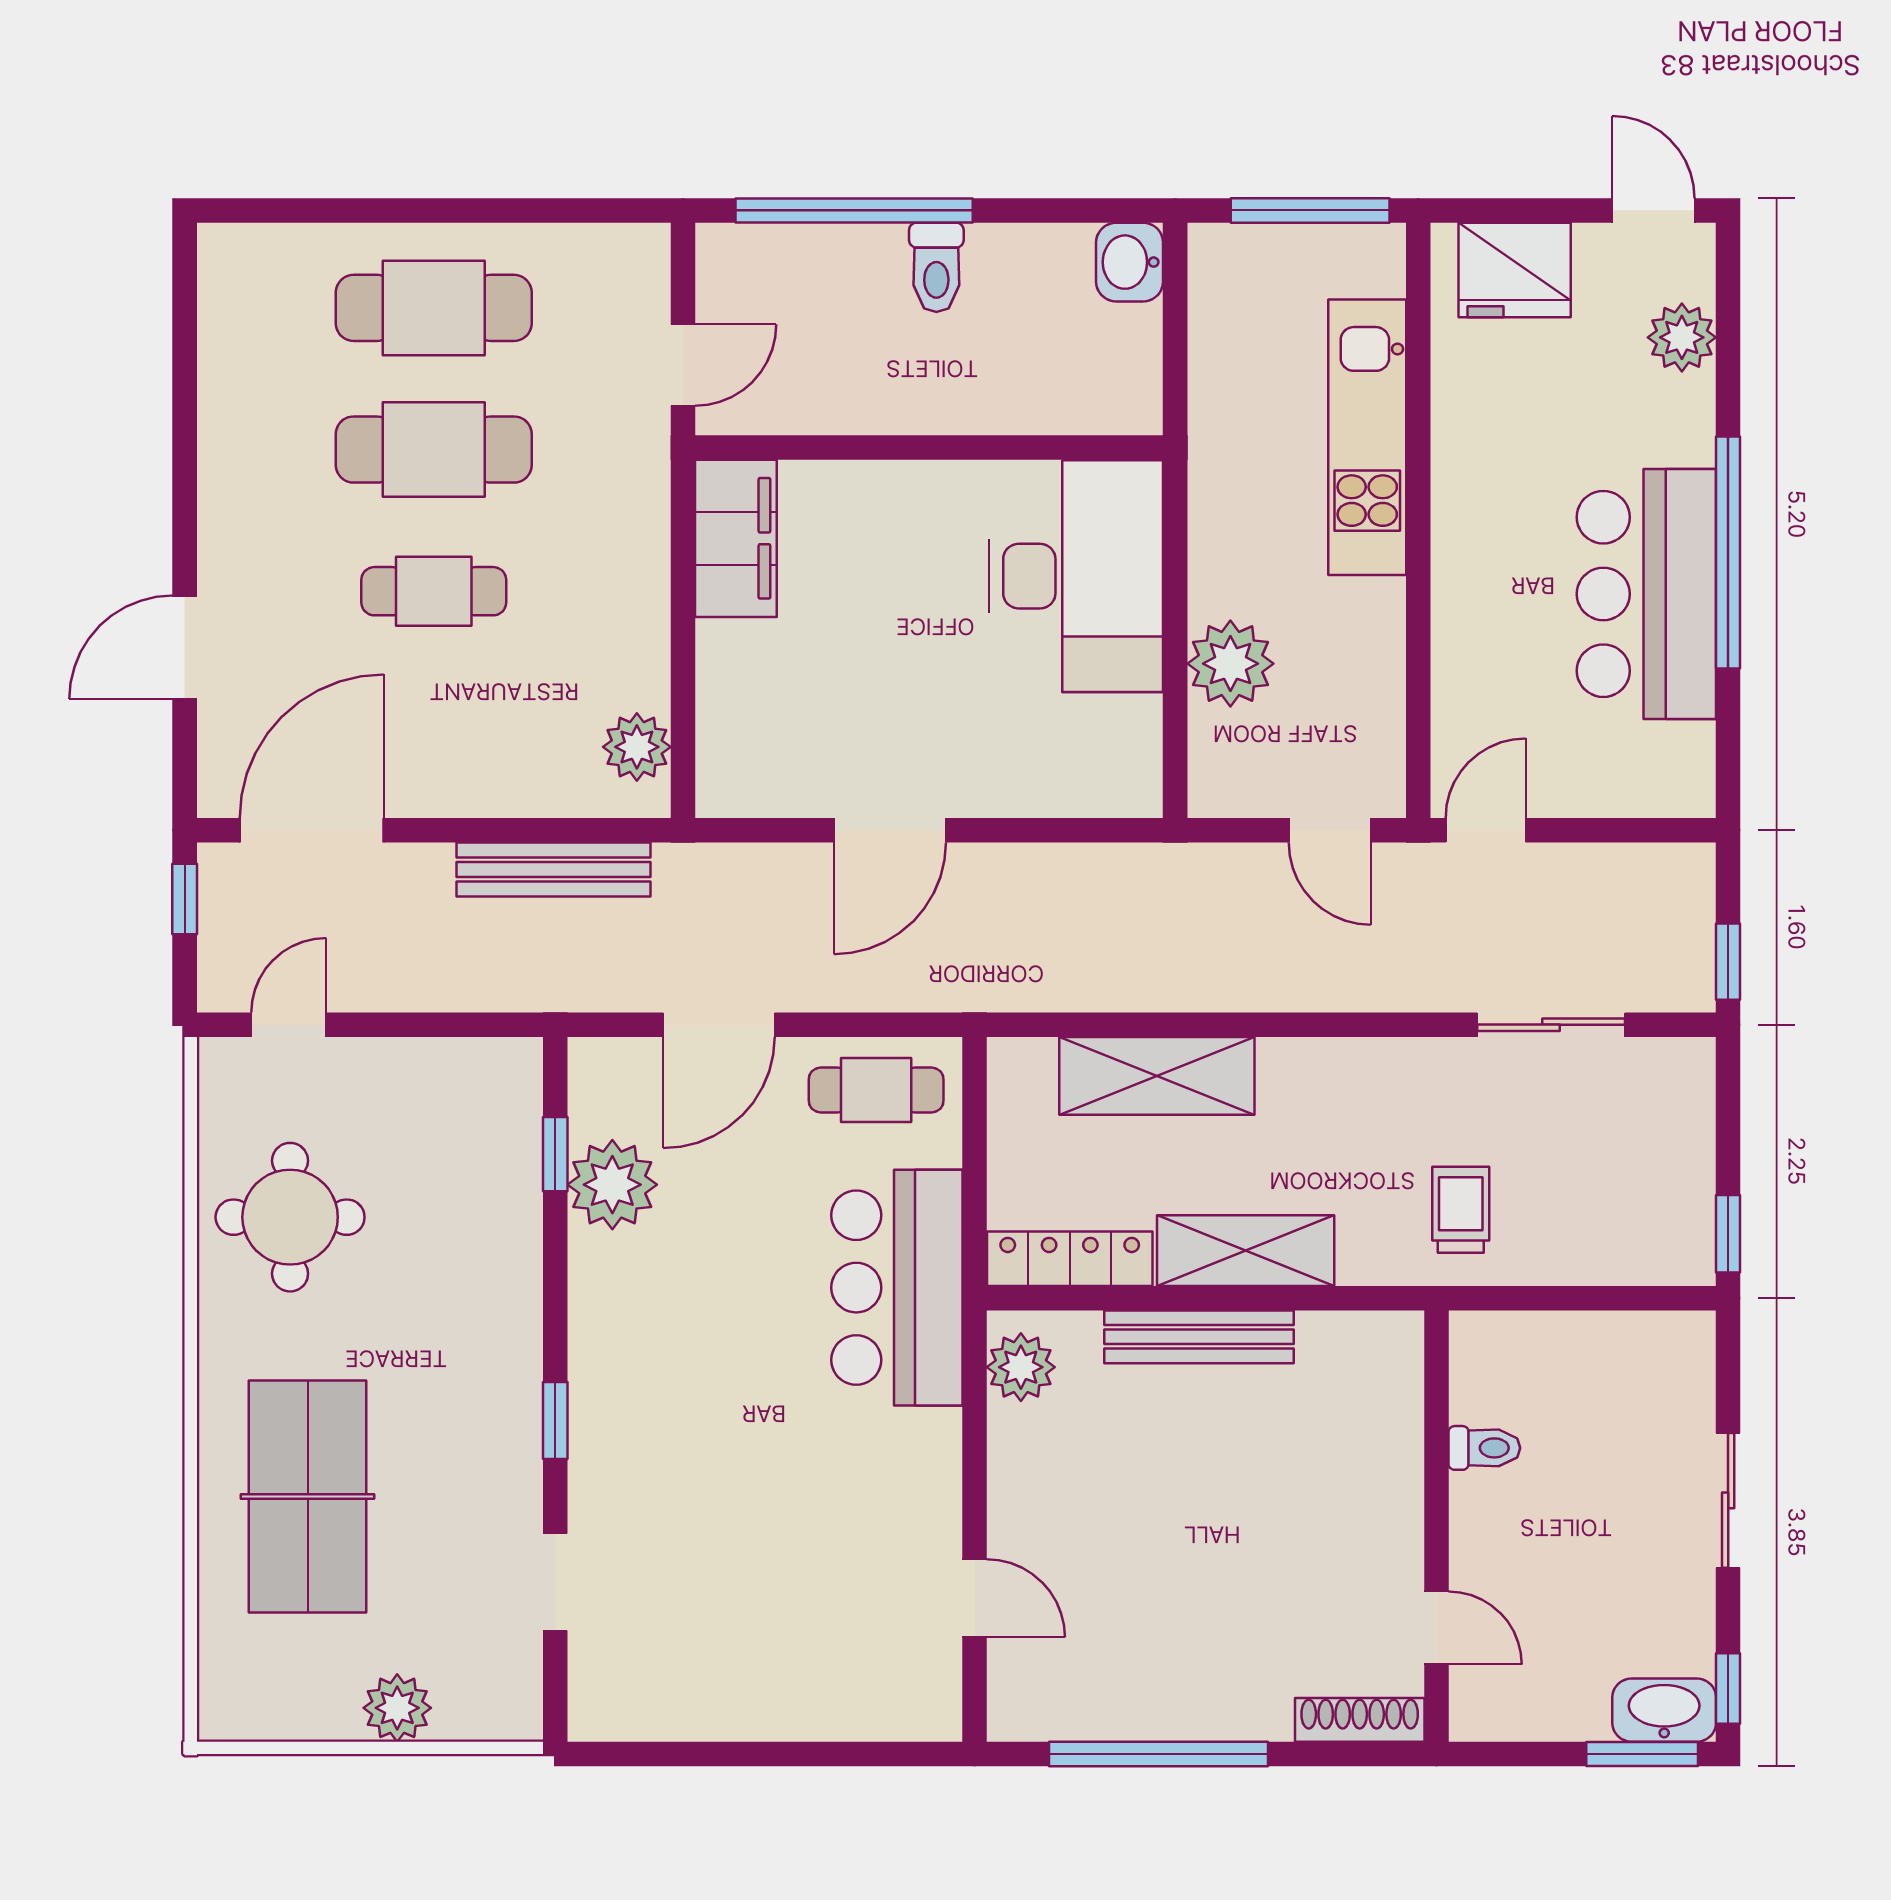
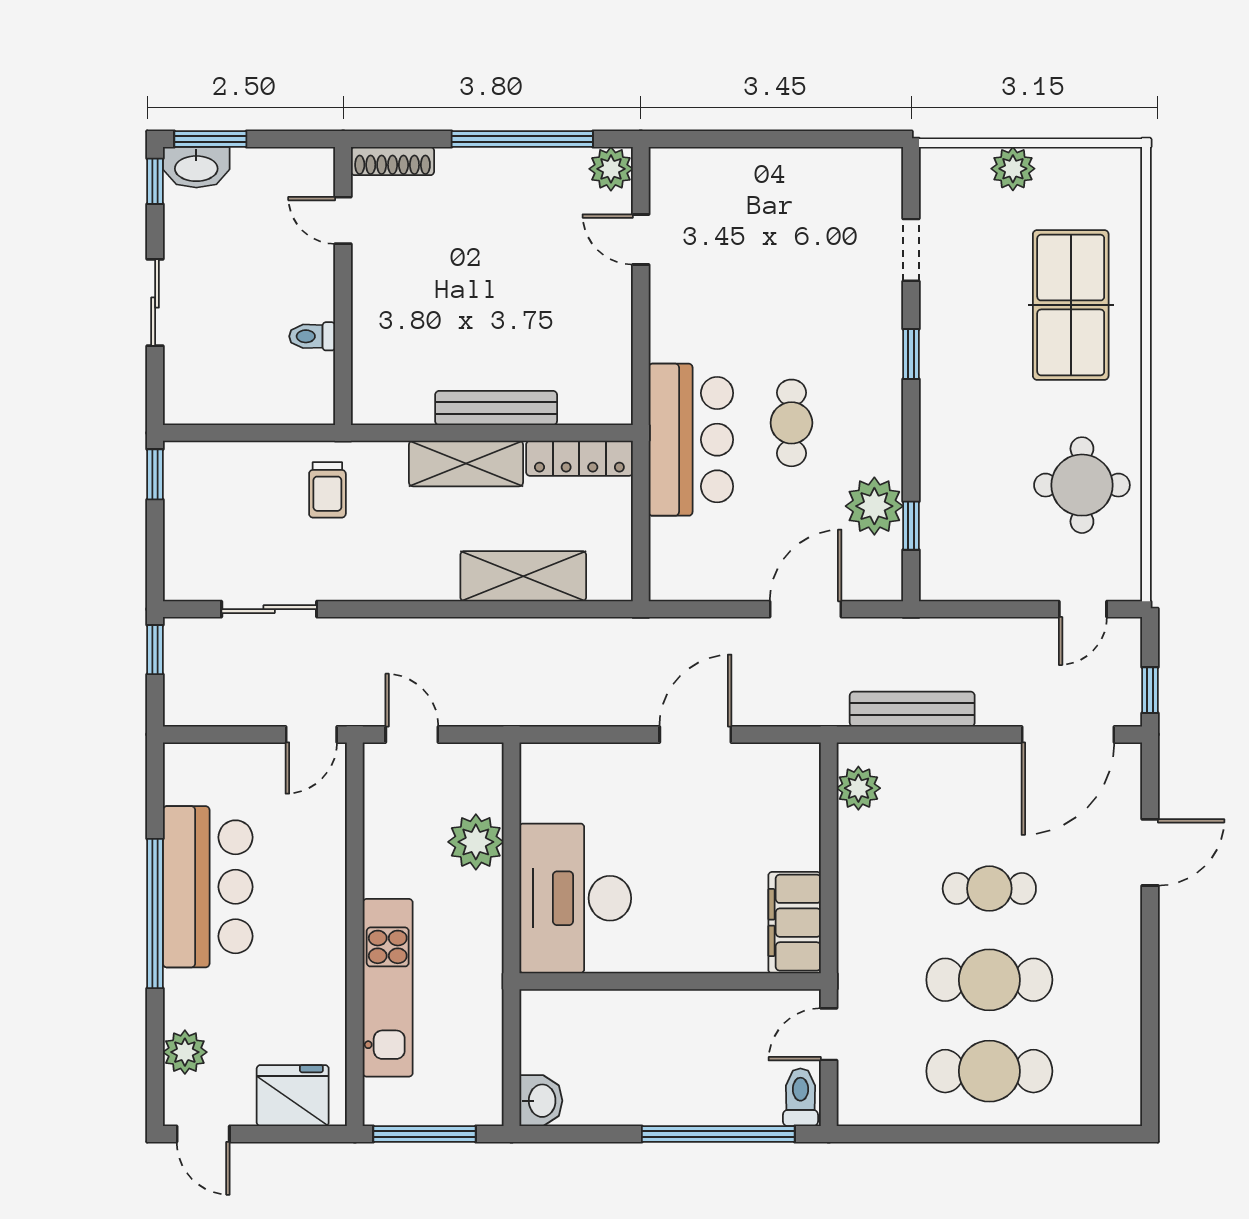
toilet: (936, 267) -> (800, 1097), moved
cafe table: (876, 1090) -> (791, 423), moved, turned 90
plant: (1021, 1367) -> (611, 169), moved

